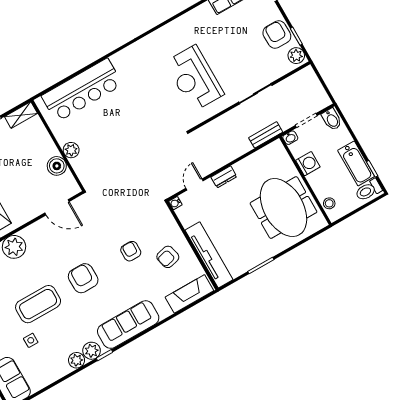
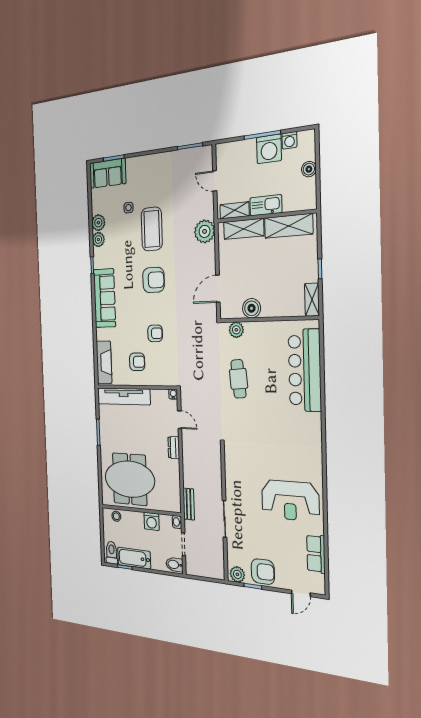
reception desk: (194, 78) -> (290, 501), moved, turned 180
cafe table: (124, 146) -> (239, 379), added
plant: (71, 150) -> (236, 330), moved
armchair: (168, 257) -> (137, 362), turned 104
plant: (92, 351) -> (98, 223), moved

